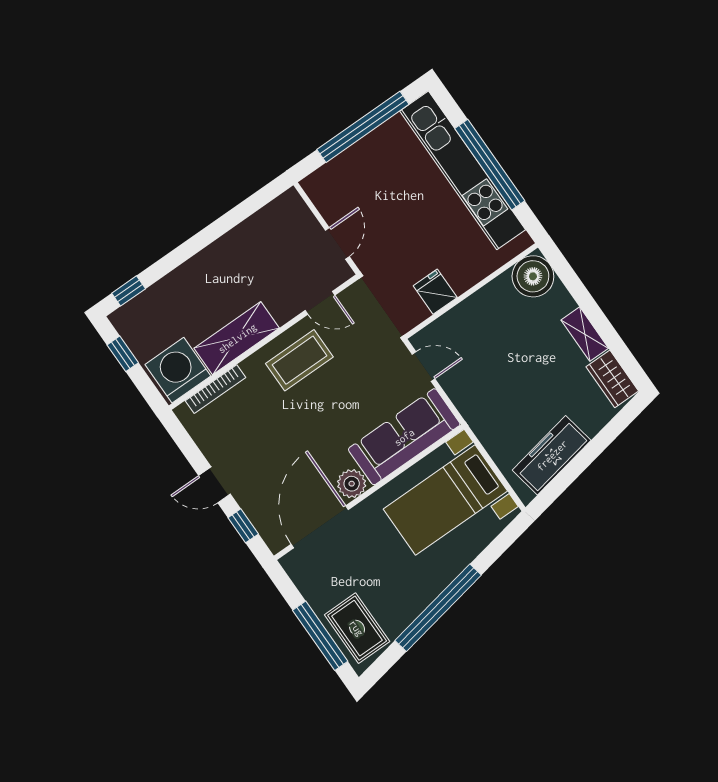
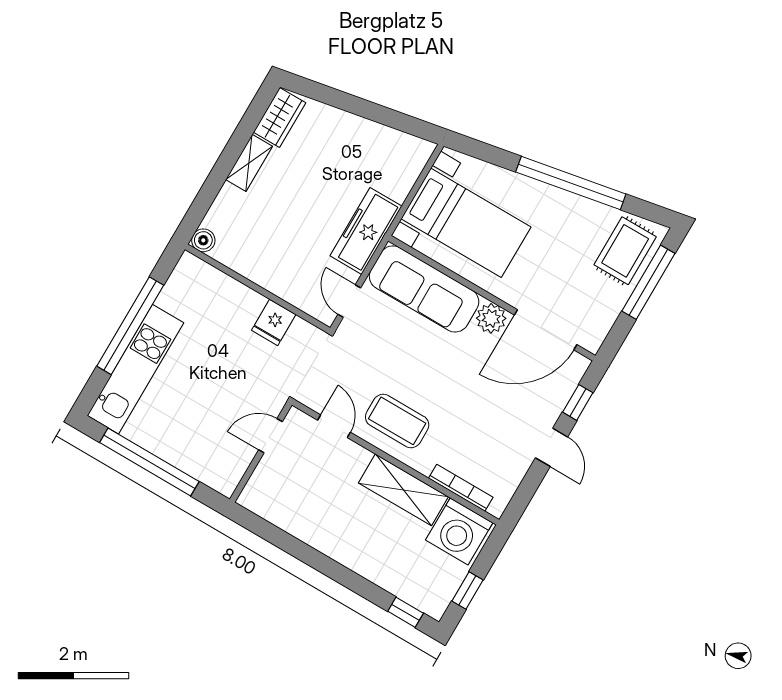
kitchen unit: (463, 170) -> (135, 369), width x0.73
boiler: (533, 276) -> (203, 240), width x0.54, depth x0.54
freezer: (552, 455) -> (366, 231), moved, turned 101

